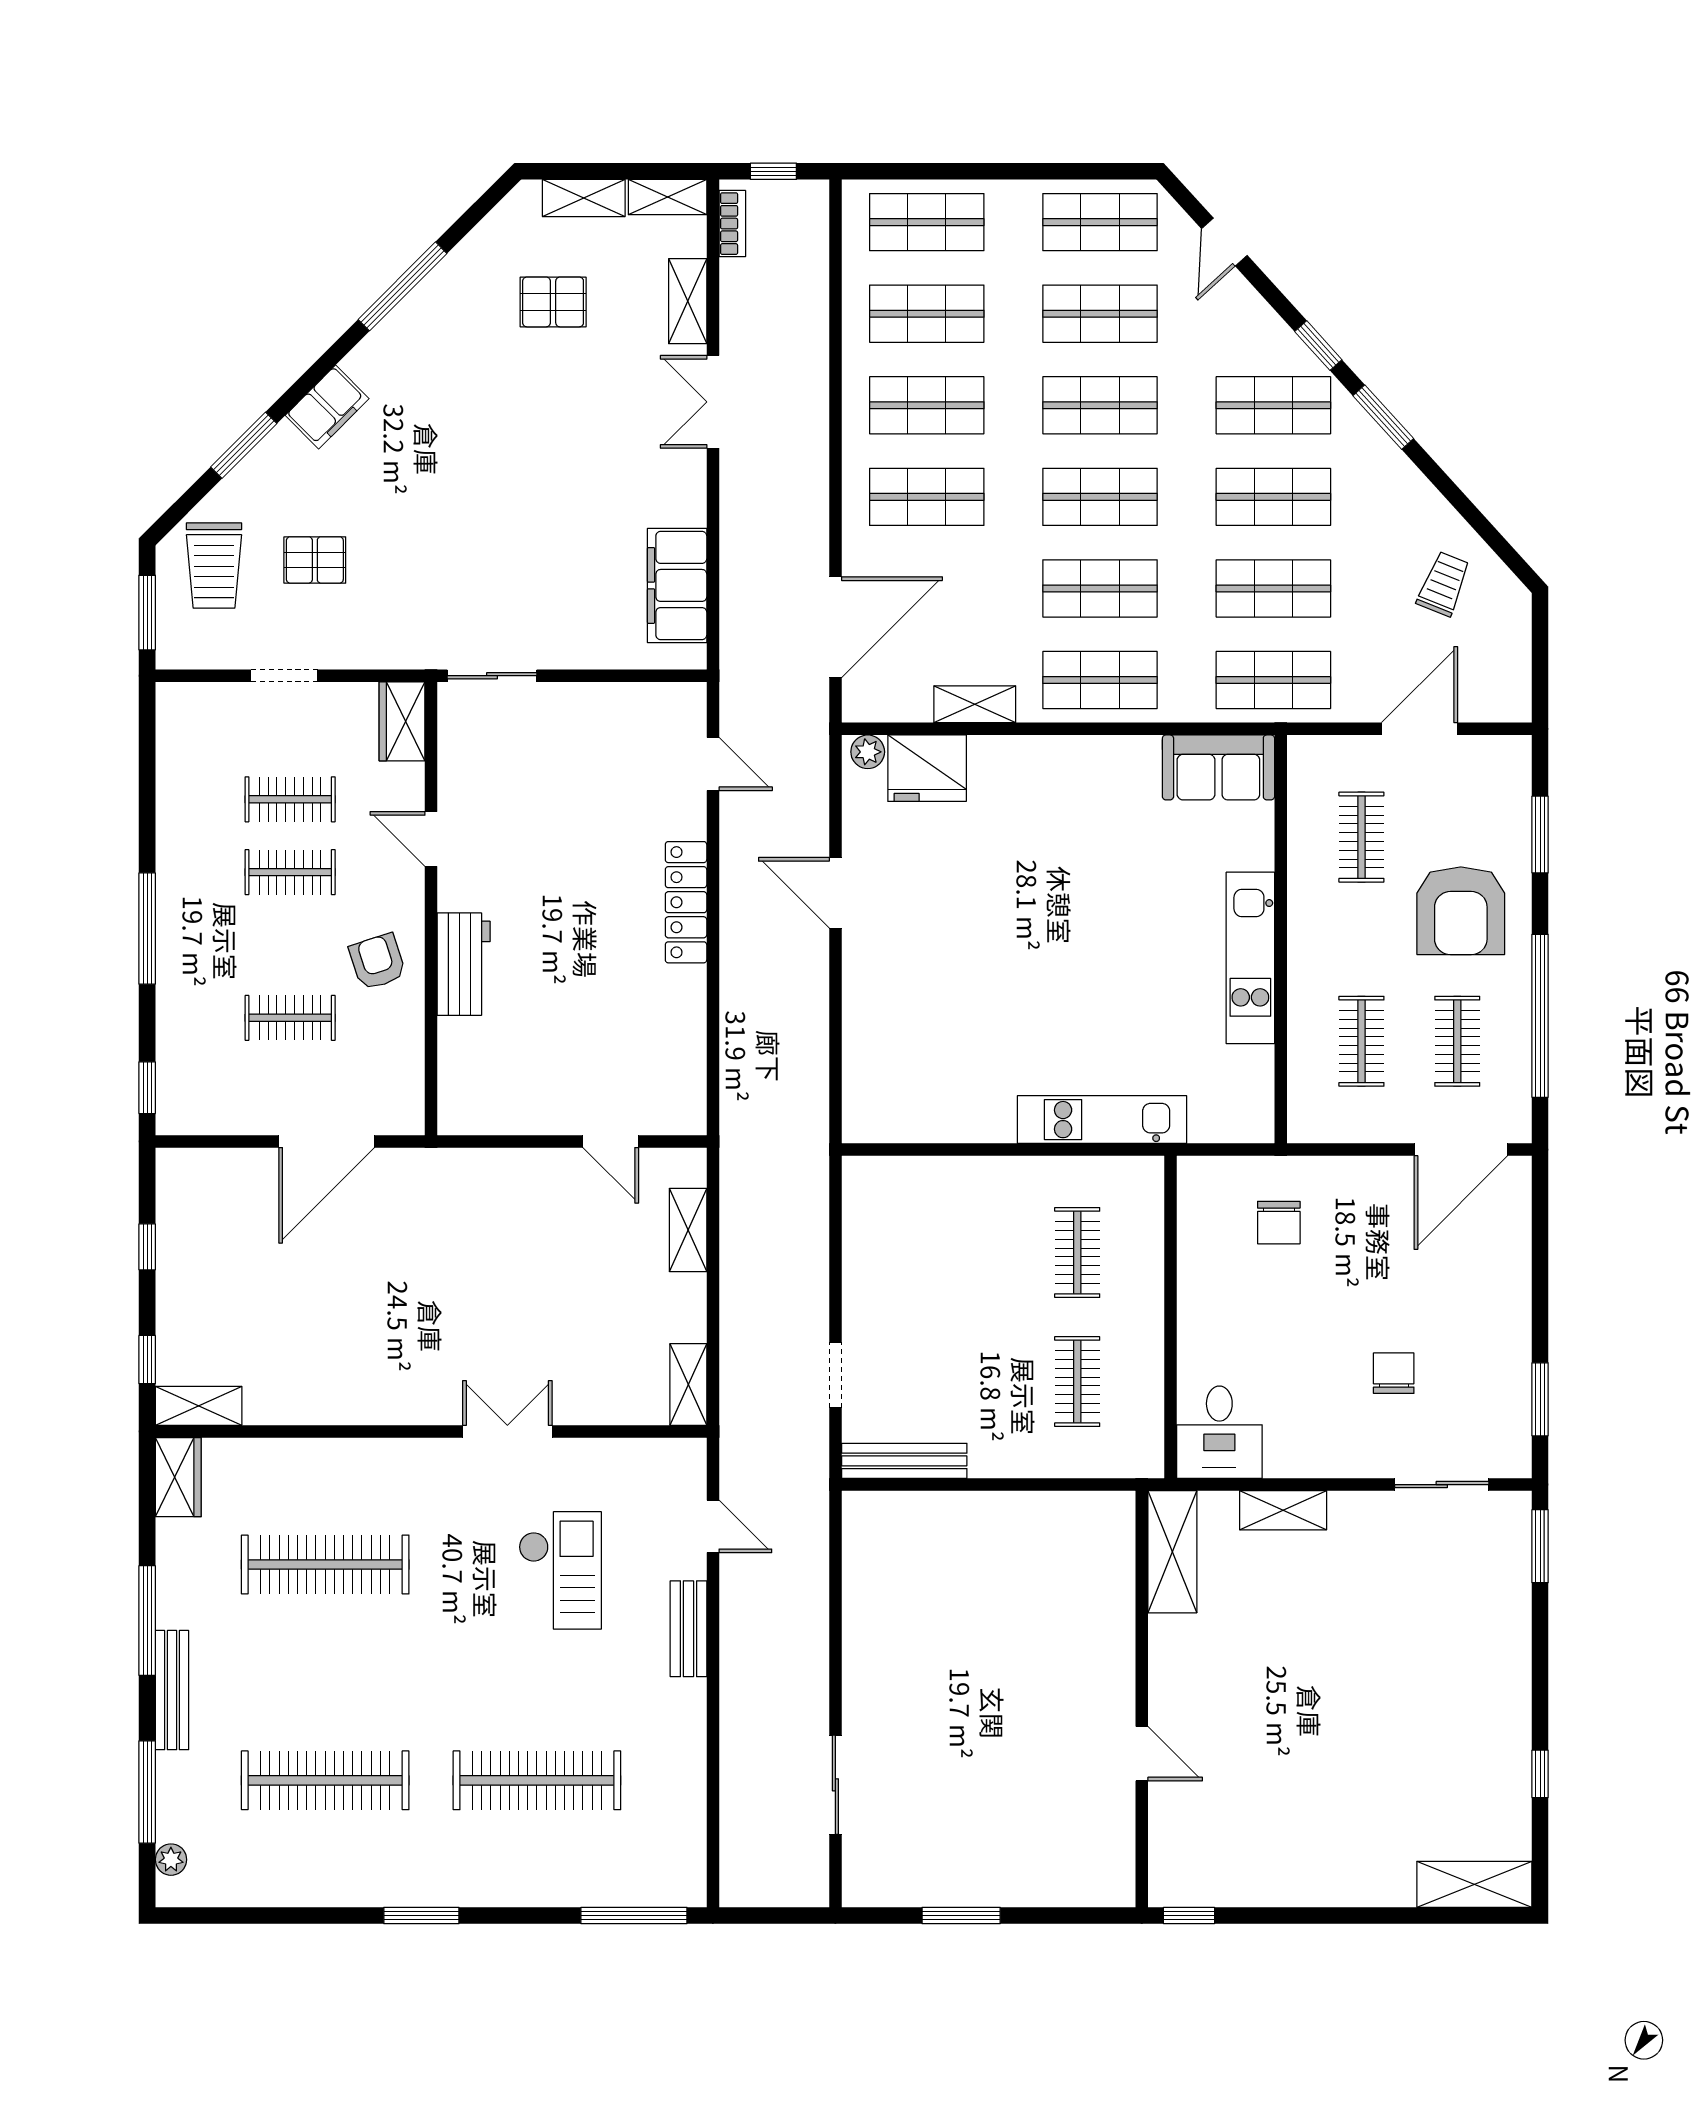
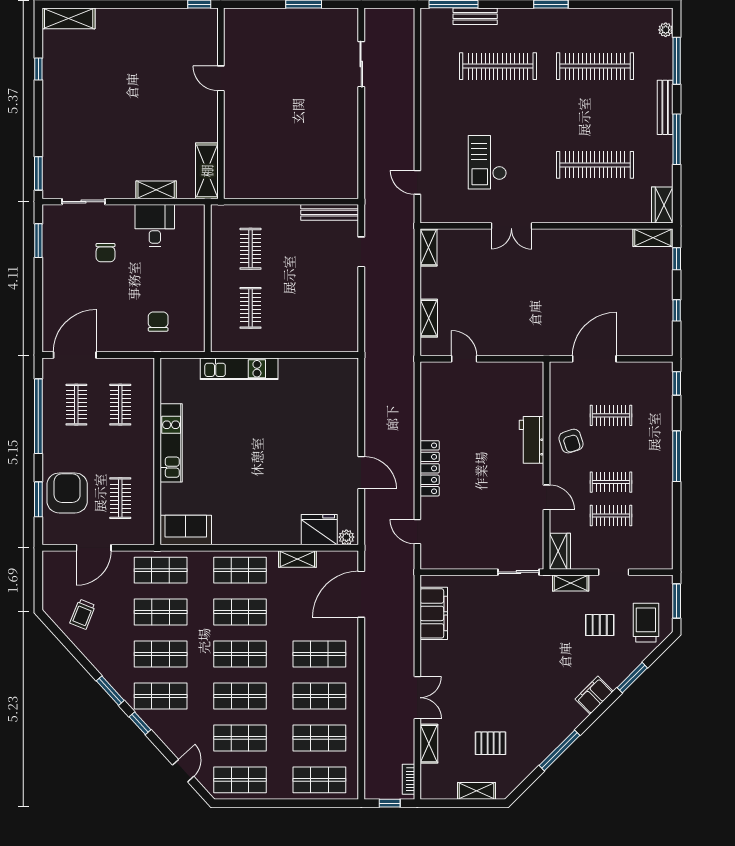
shelving: (668, 197) -> (571, 583), moved
armchair: (1461, 911) -> (67, 493), moved
desk: (1219, 1432) -> (155, 226), moved
bench: (688, 1629) -> (475, 16), moved, turned 90

